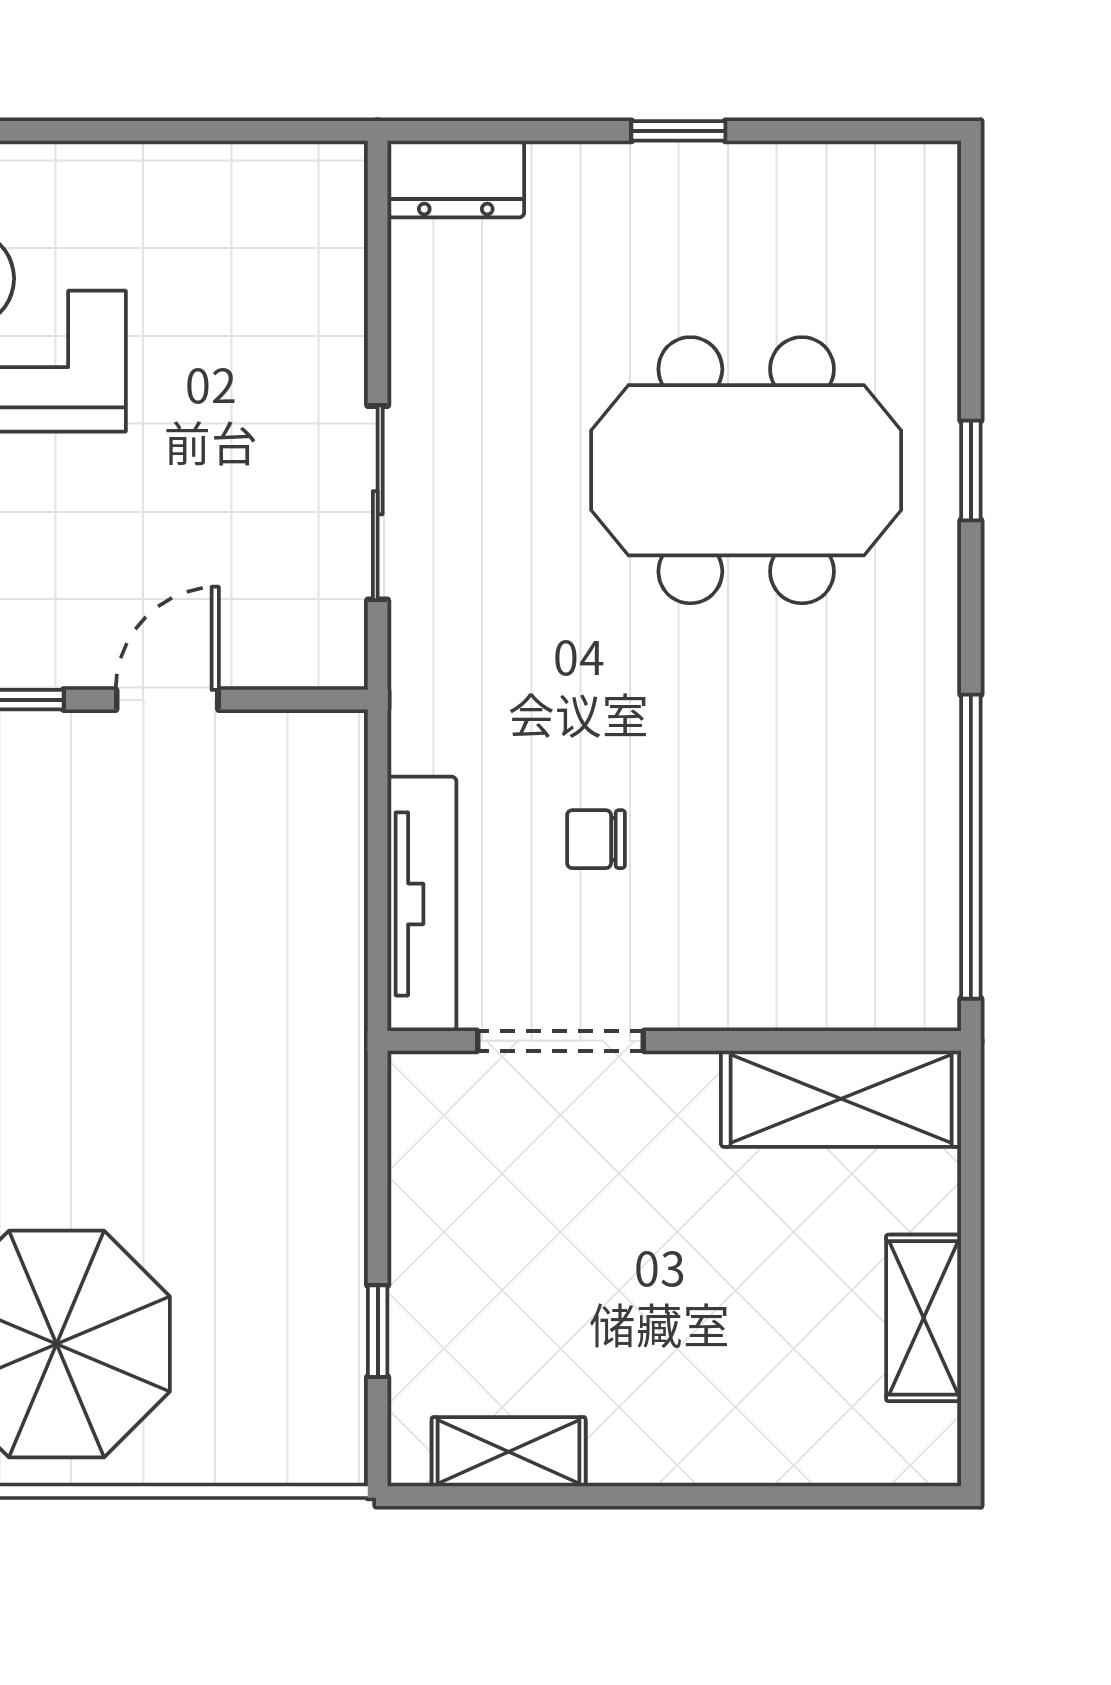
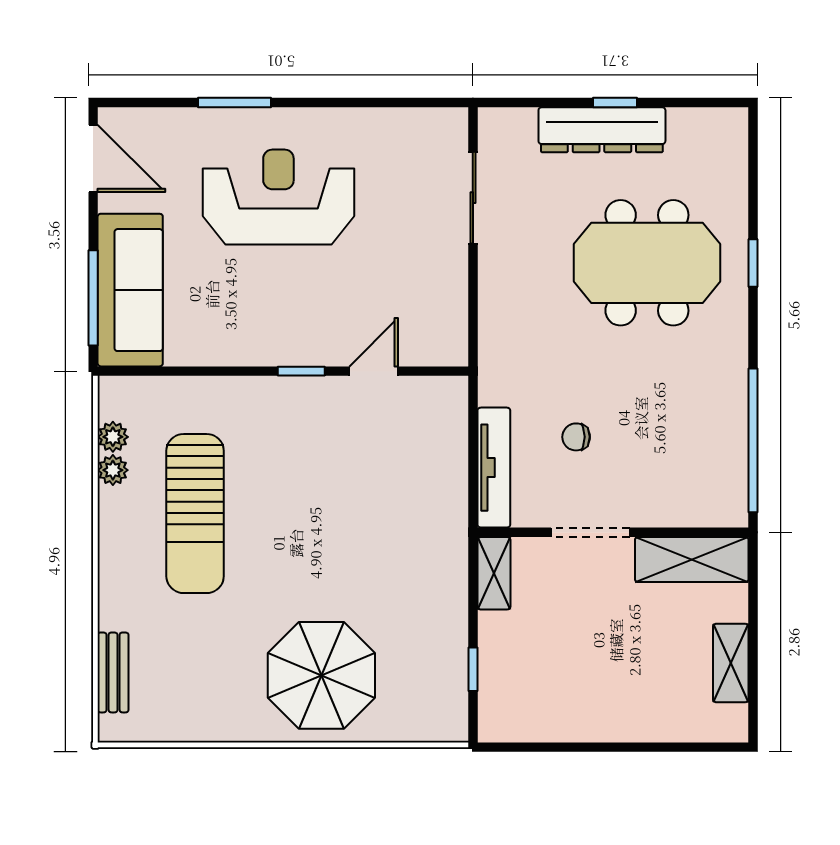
dresser: (456, 179) -> (602, 130), moved, width x1.96, depth x1.24
sliding door: (378, 503) -> (473, 198), moved
doorway: (561, 1041) -> (590, 532), moved
shelving: (509, 1452) -> (494, 573), moved, turned 90

